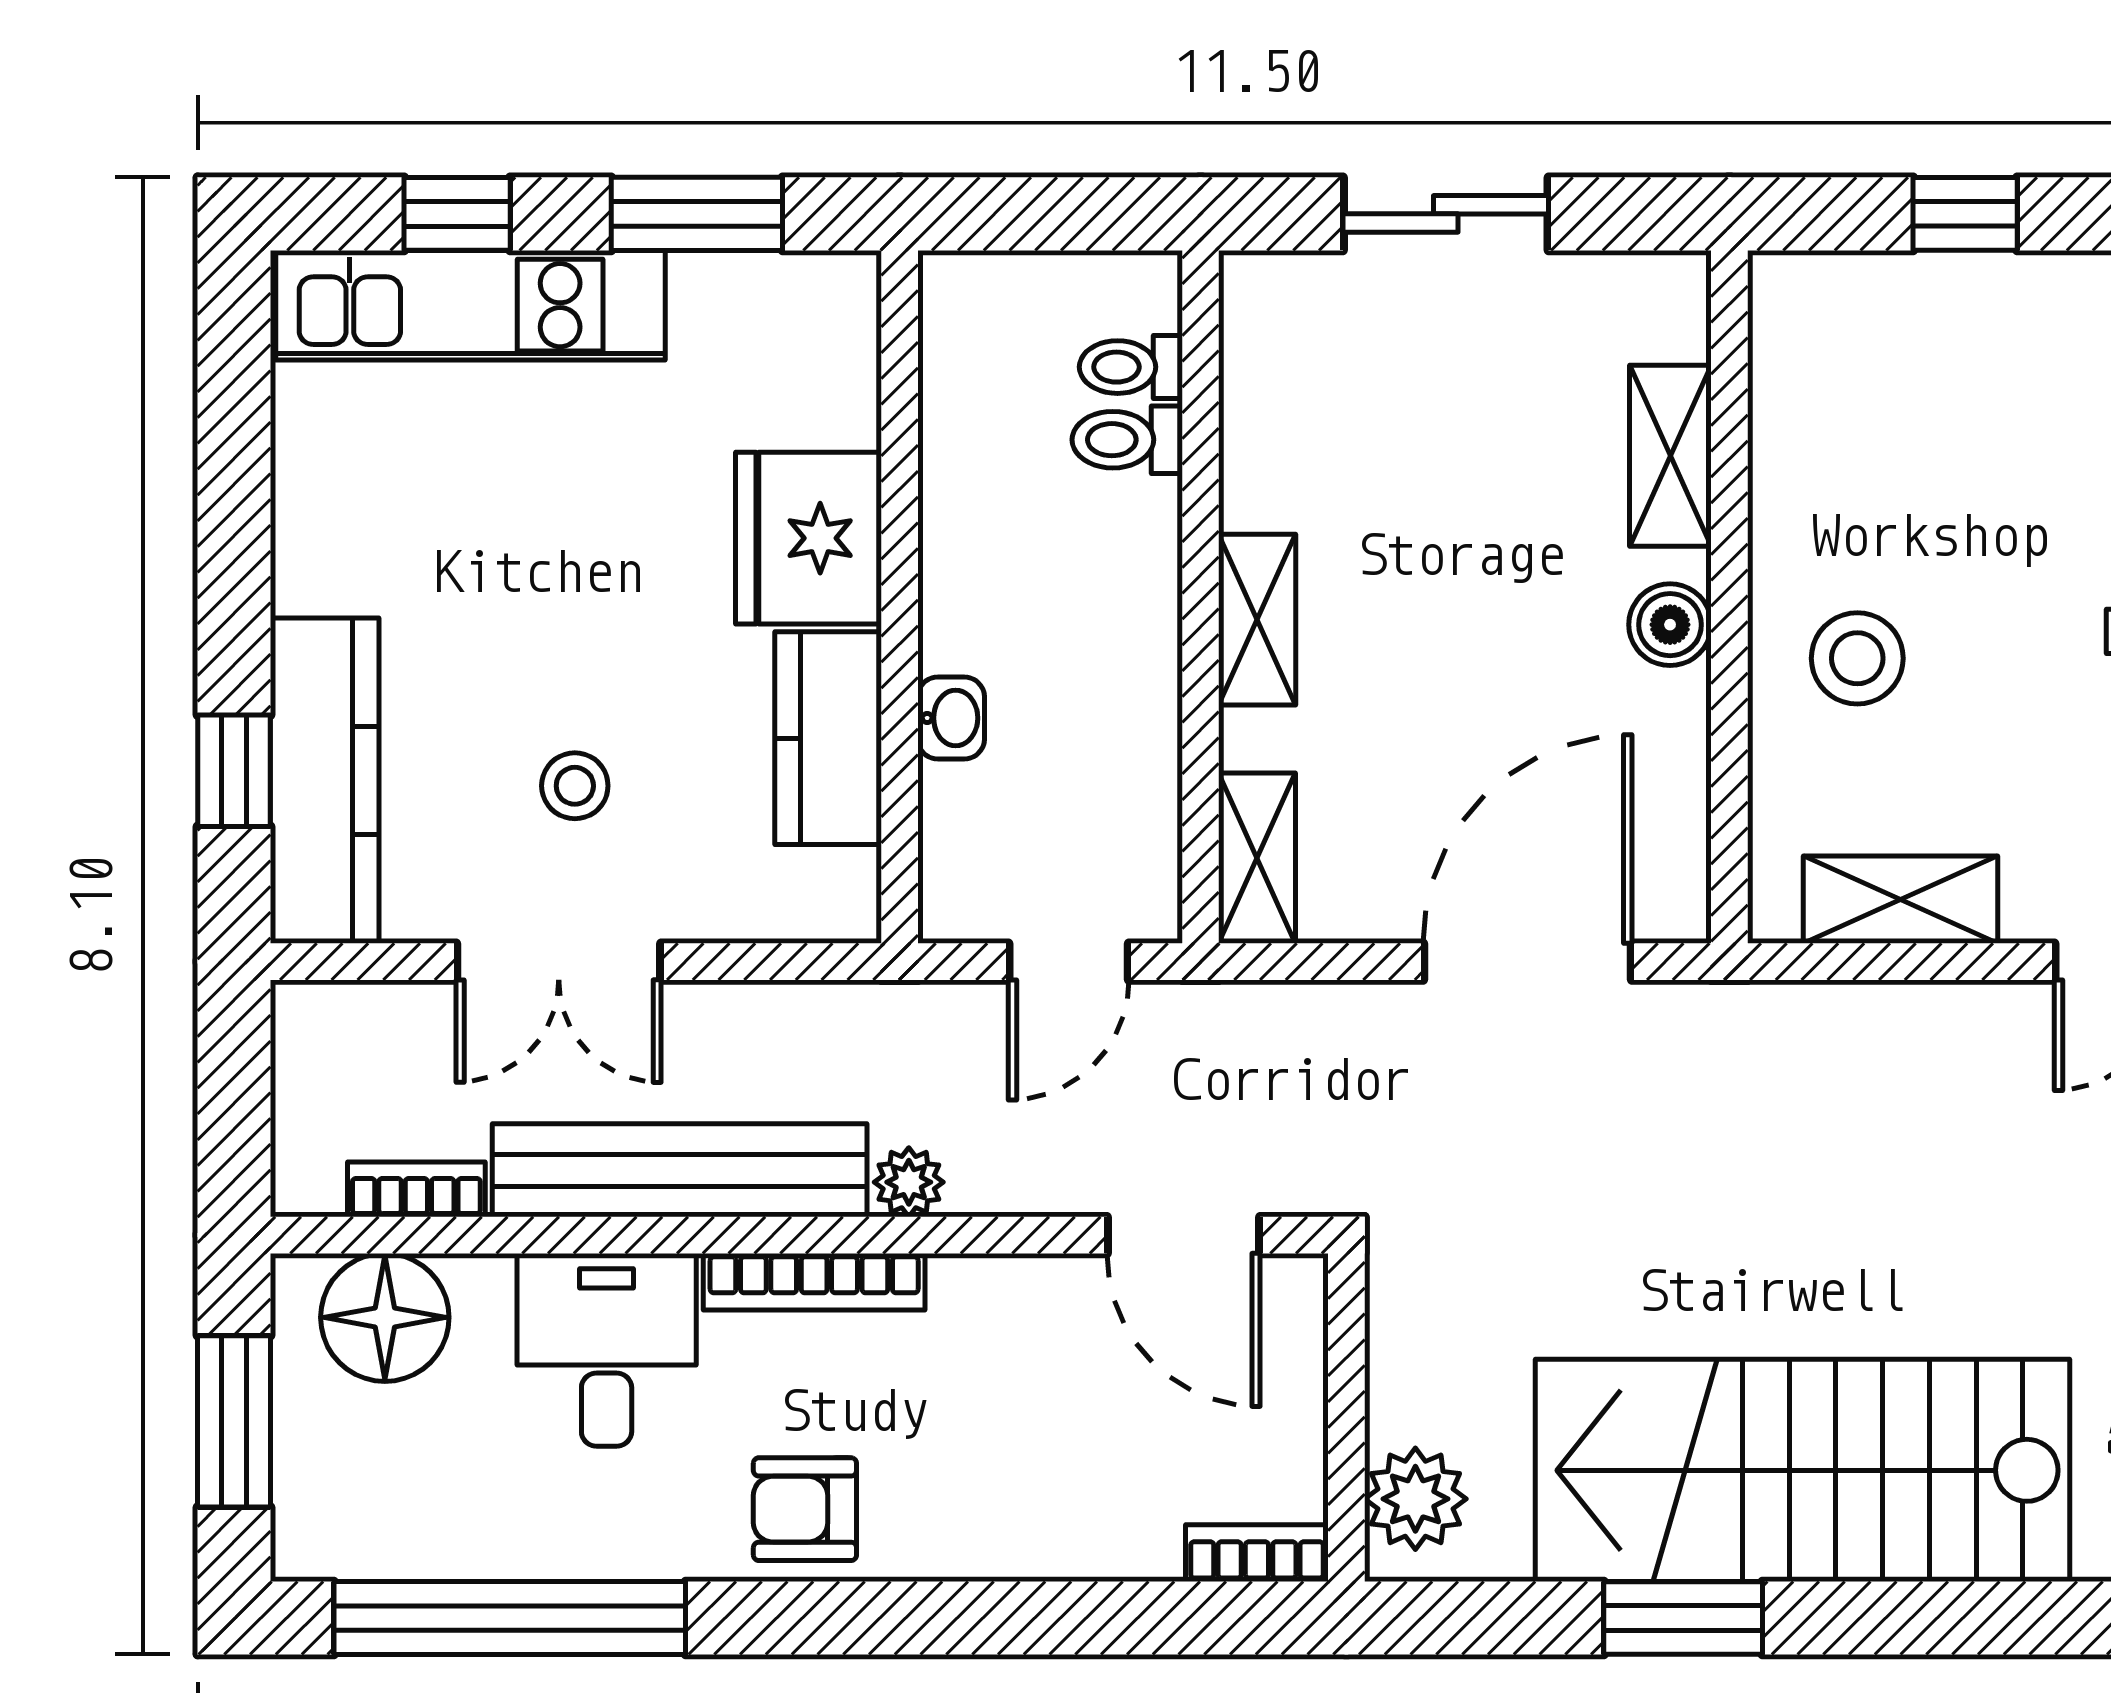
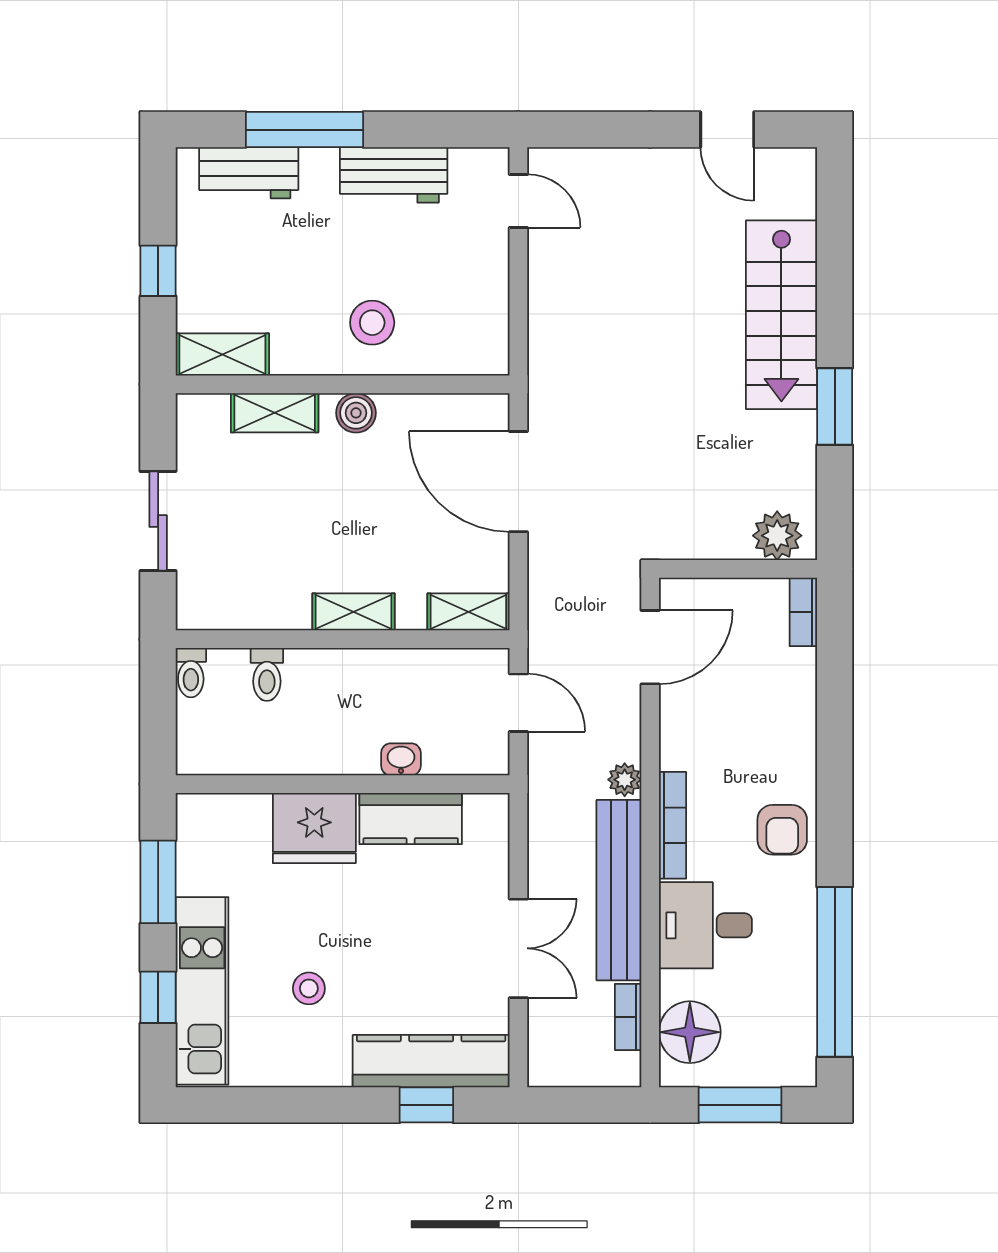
toilet: (1131, 367) -> (191, 673), moved
stool: (575, 786) -> (309, 988), moved
shelving: (1901, 900) -> (222, 354), moved, turned 90
stairs: (1803, 1470) -> (781, 315), width x0.73, depth x0.66

